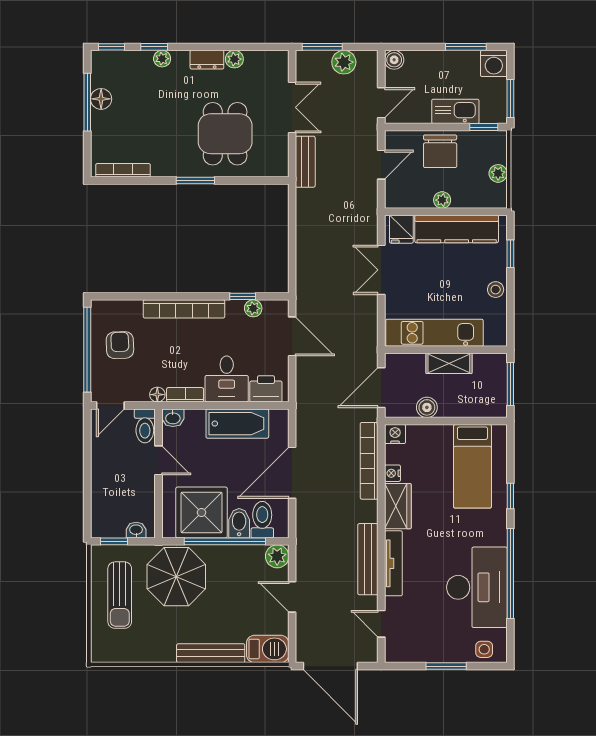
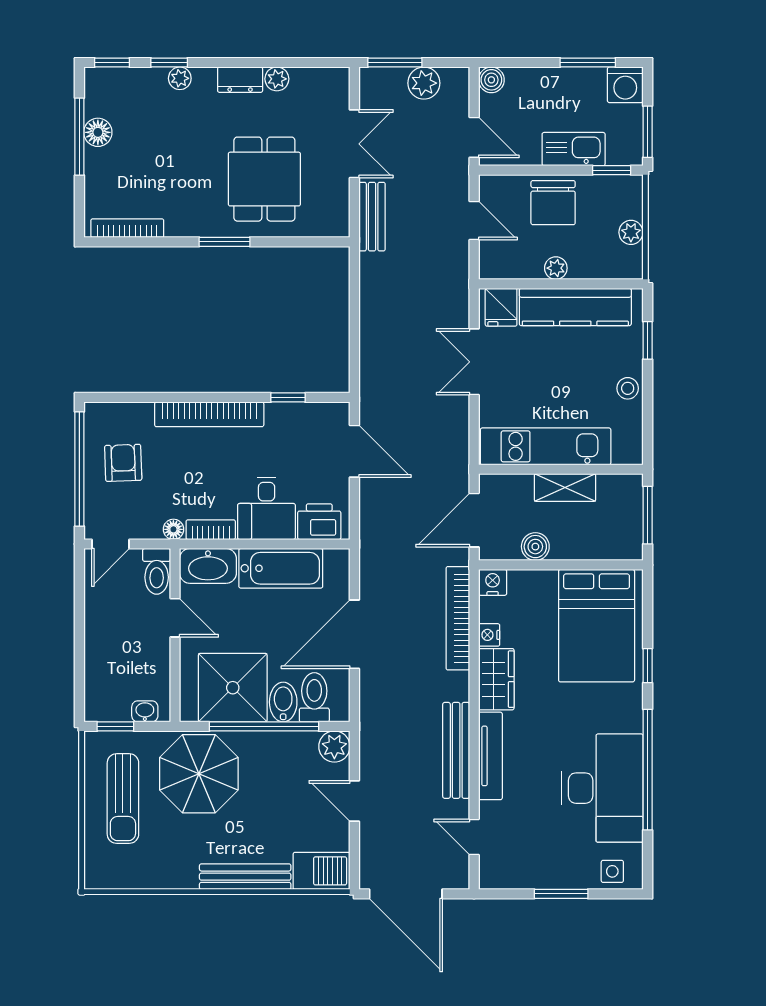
door: (381, 103) -> (474, 137), hinge flipped
door: (381, 165) -> (474, 221), hinge flipped
plant: (253, 308) -> (302, 414), removed
washbasin: (173, 418) -> (208, 566), width x1.91, depth x1.45
bed: (472, 466) -> (597, 626), width x1.50

